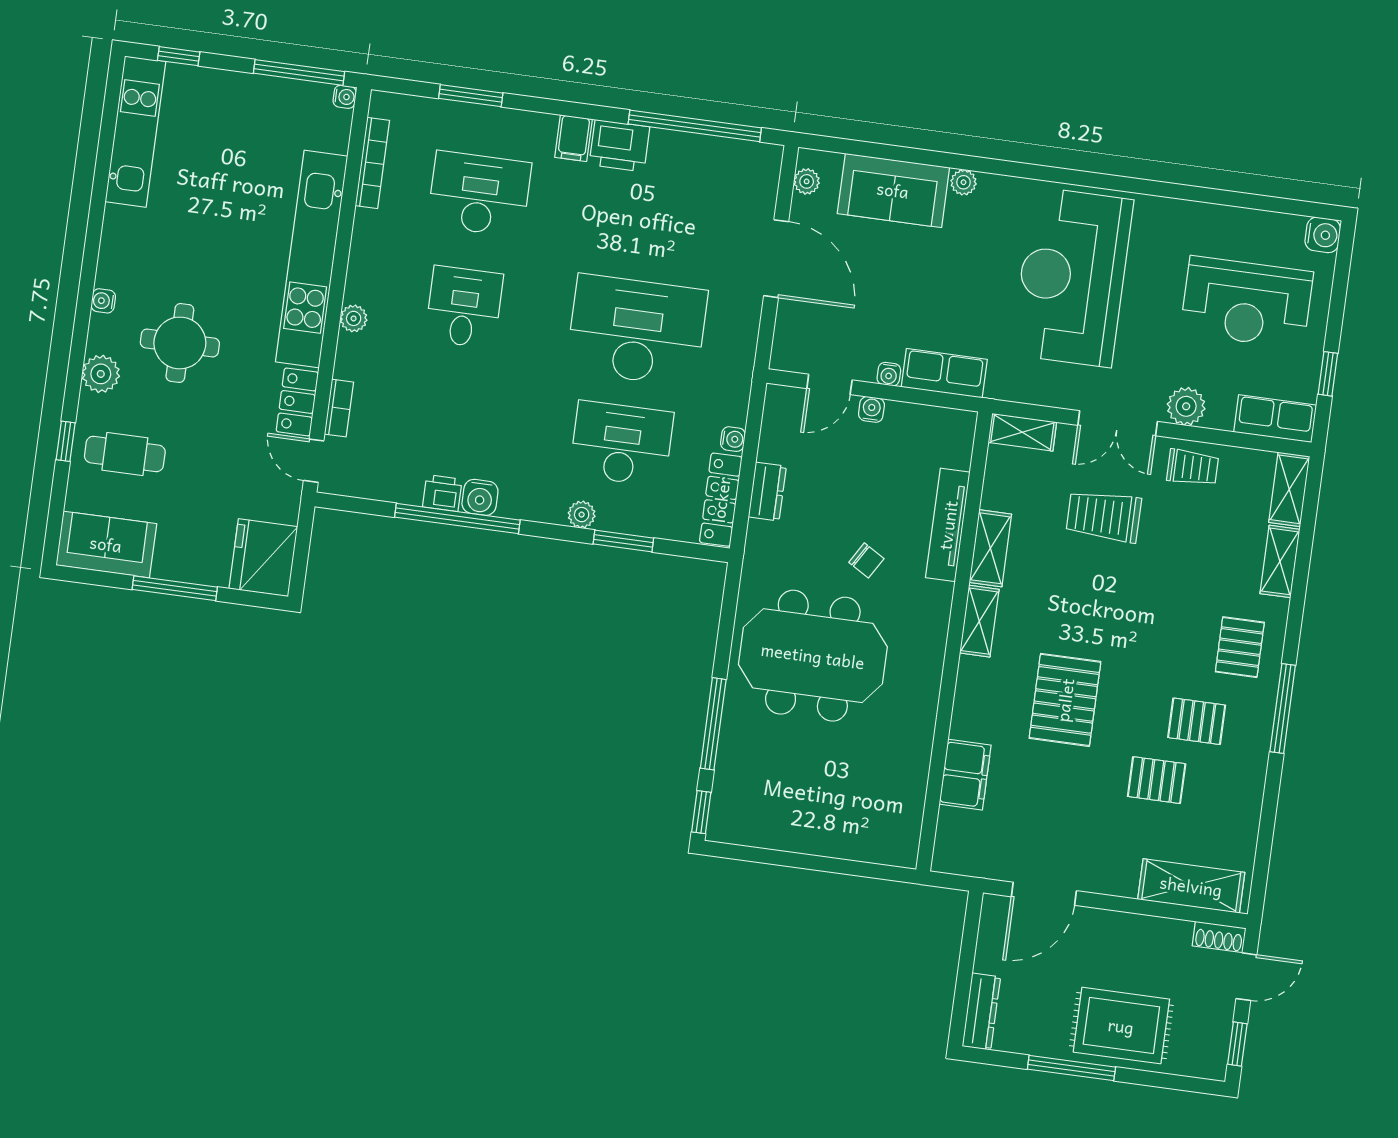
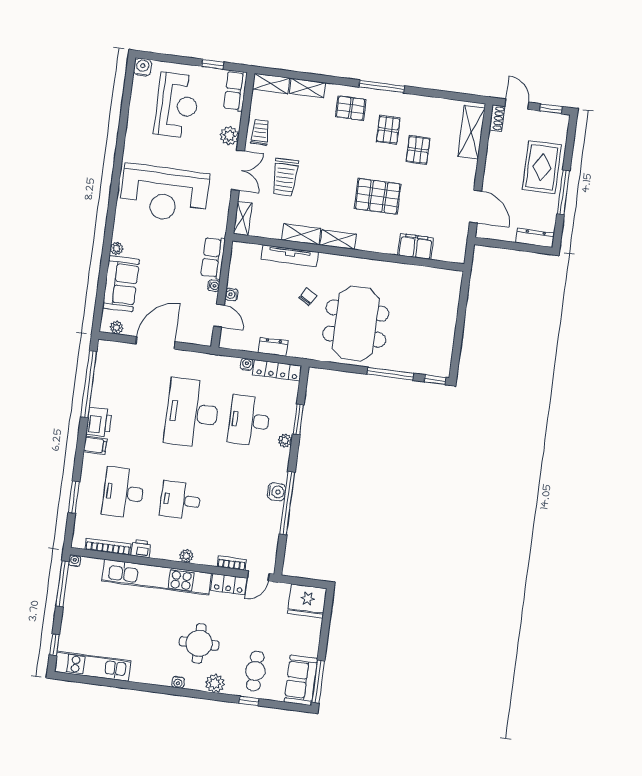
printer: (442, 493) -> (141, 548), moved, turned 90
window: (175, 588) -> (318, 682), moved

